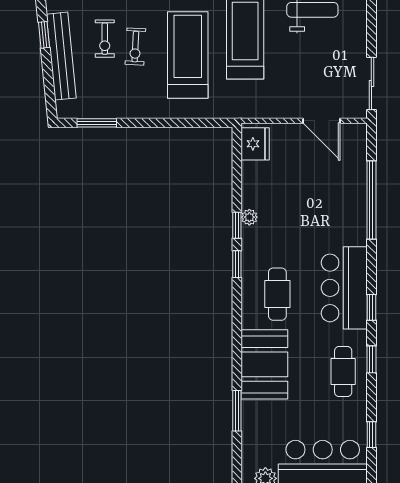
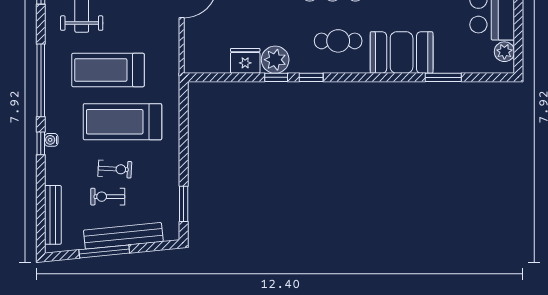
window: (44, 35) -> (104, 251), width x2.17
exercise bike: (105, 39) -> (108, 197), turned 180
fridge: (255, 144) -> (245, 61), moved
plant: (249, 217) -> (275, 60), width x1.88, depth x1.88

